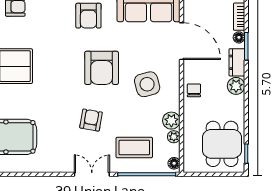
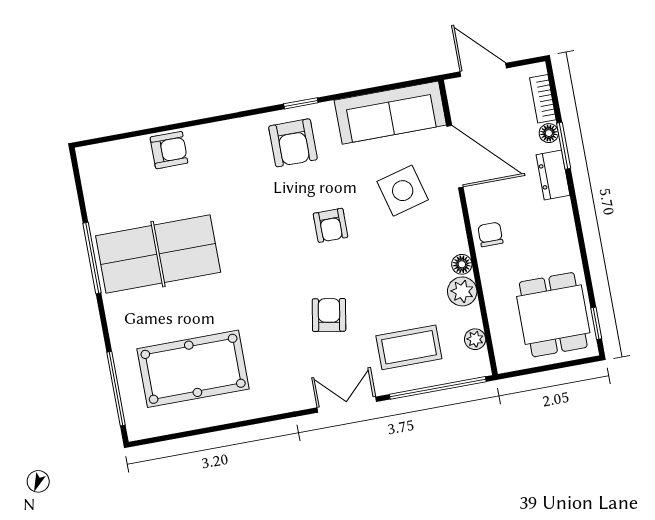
armchair: (102, 68) -> (331, 225), width x0.53, depth x0.53
side table: (147, 84) -> (403, 191), moved
plant: (236, 86) -> (559, 214), removed
plant: (174, 137) -> (475, 339), moved
floor lamp: (174, 163) -> (462, 264), moved

